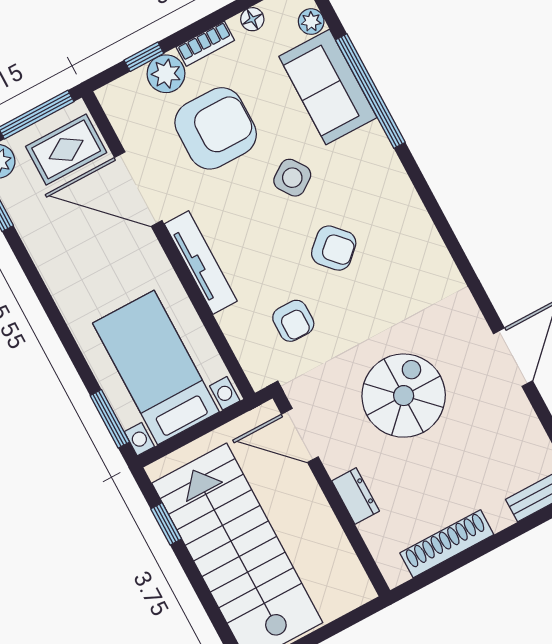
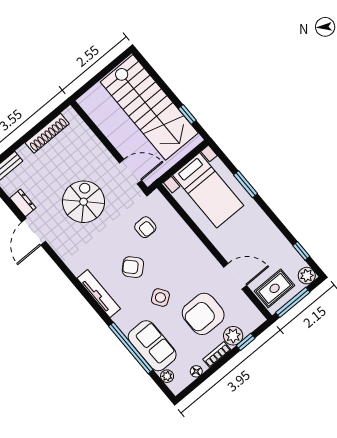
door: (138, 189) -> (235, 276), width x0.73
tv unit: (201, 262) -> (99, 294), moved, turned 180
armchair: (293, 321) -> (145, 227), turned 180
spiral stairs: (404, 396) -> (84, 202), turned 180
window: (110, 419) -> (246, 184), moved
dresser: (356, 496) -> (23, 203), moved, turned 180

